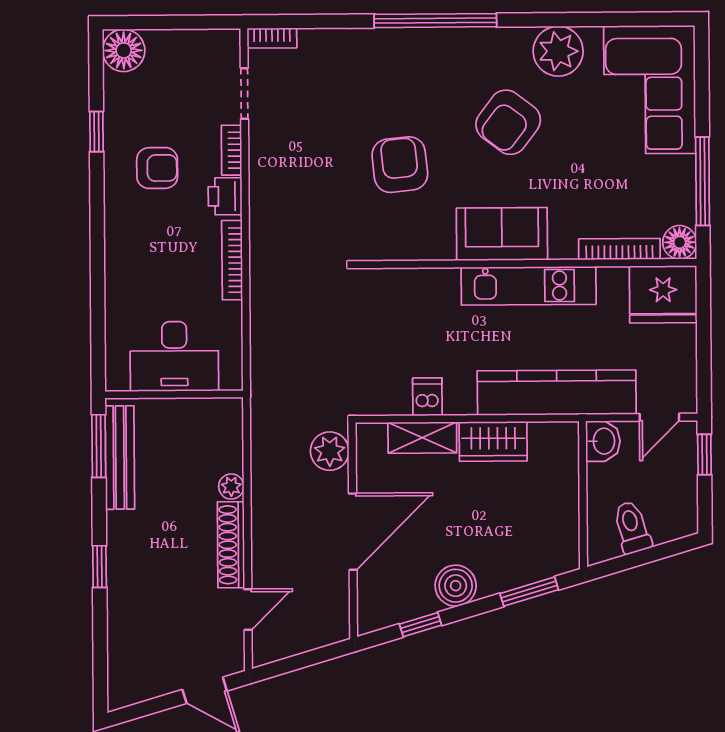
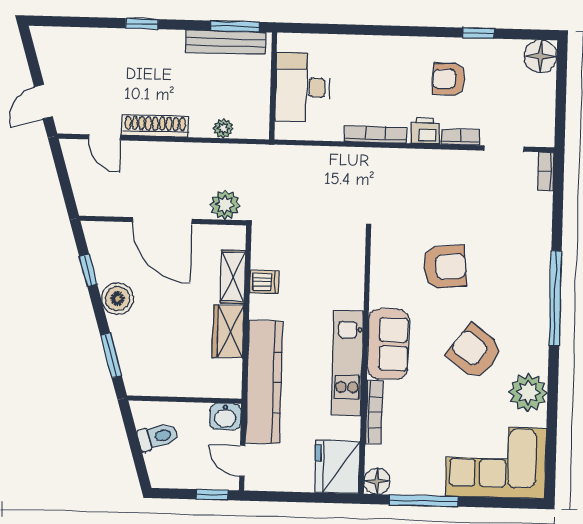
armchair: (157, 168) -> (449, 79), turned 90
bookcase: (619, 249) -> (374, 412), moved
plant: (231, 487) -> (223, 128), moved

